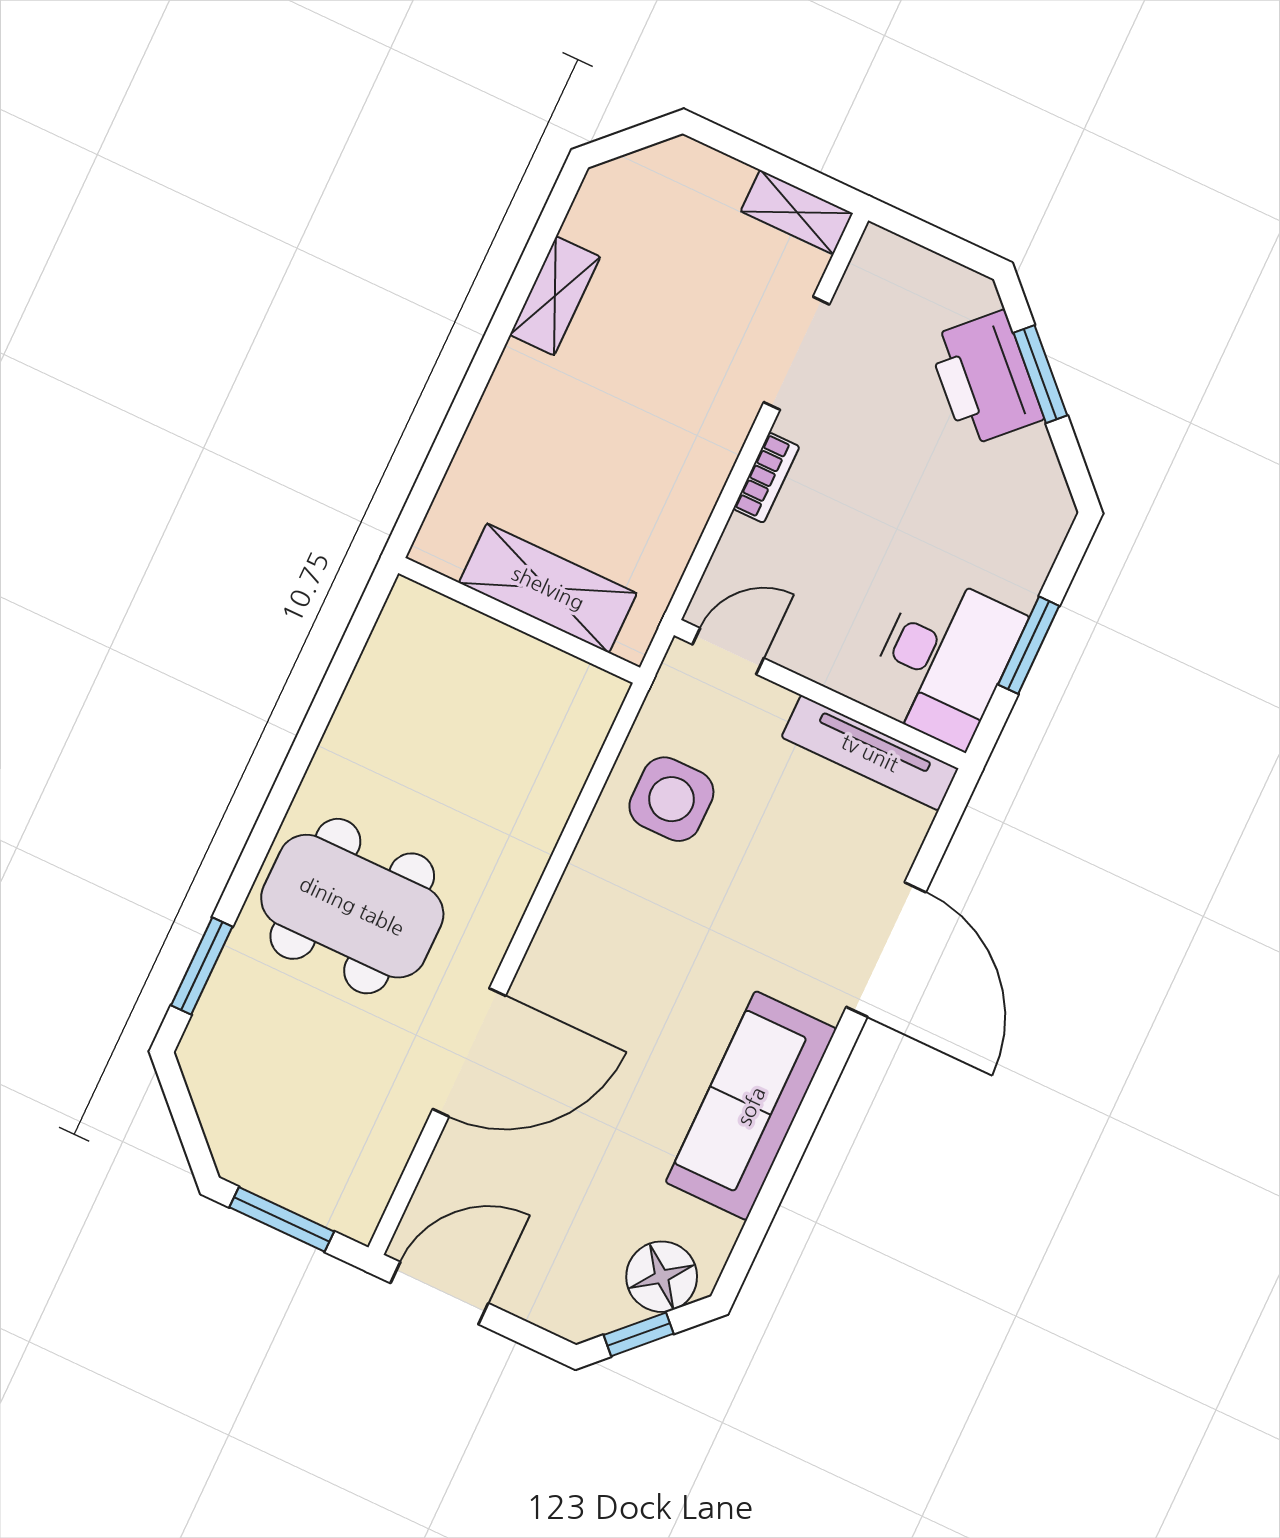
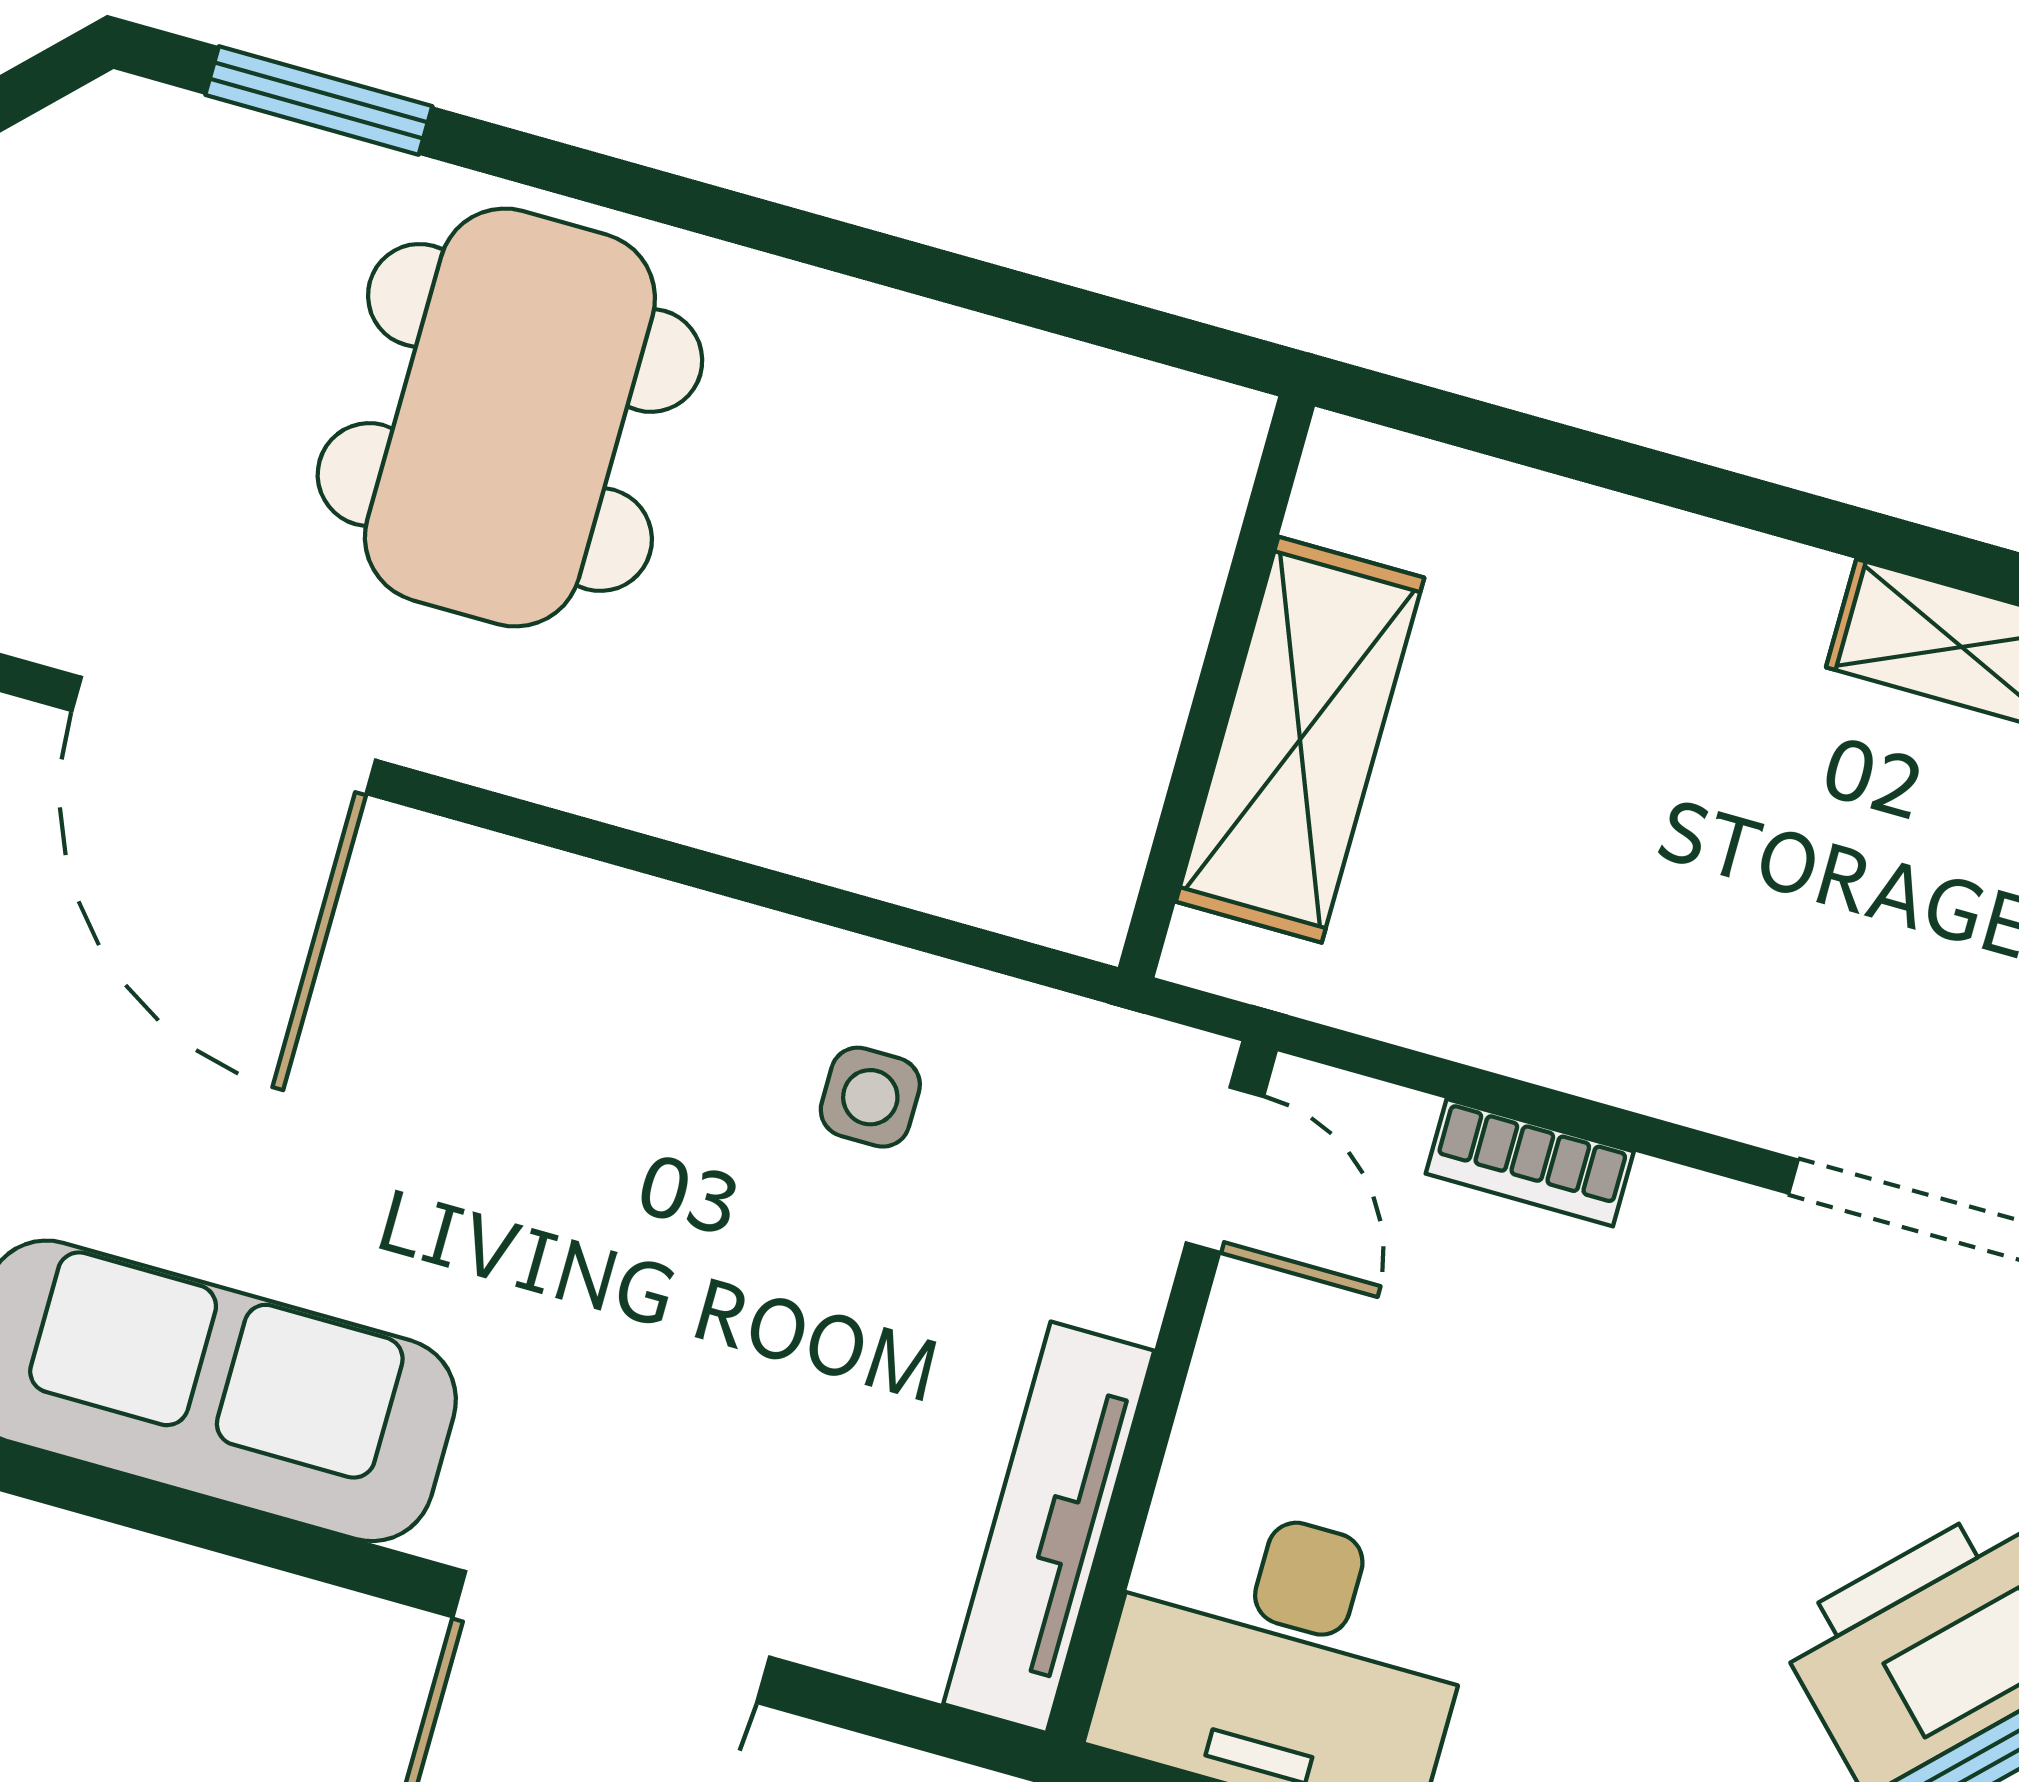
bookcase: (766, 478) -> (1530, 1163), moved
side table: (671, 799) -> (870, 1097), width x0.54, depth x0.54

